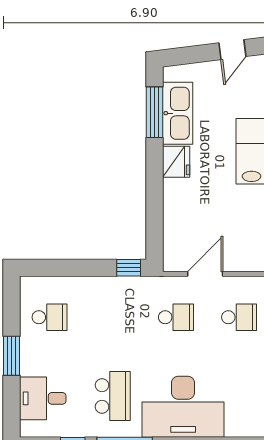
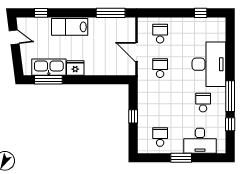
window: (129, 268) -> (133, 116), moved
school desk: (113, 396) -> (203, 103), width x0.54
desk: (43, 398) -> (200, 141), width x1.37

